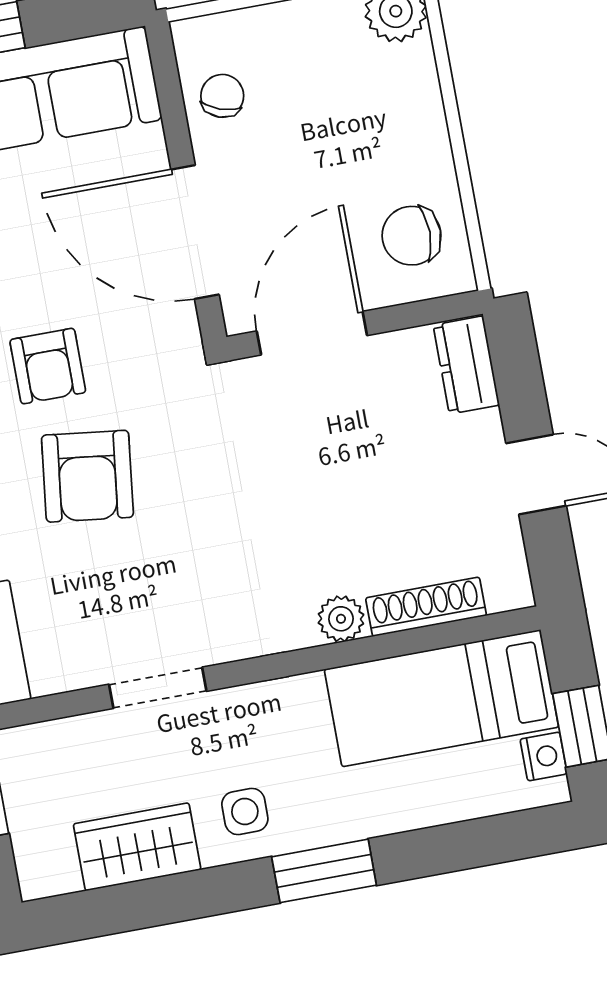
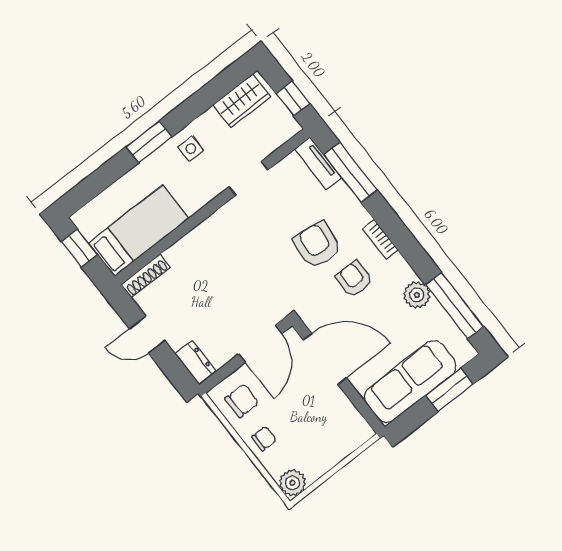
chair: (222, 96) -> (264, 439), moved, turned -109
shoe rack: (426, 607) -> (146, 276), moved
plant: (341, 619) -> (193, 241), removed
nightstand: (544, 756) -> (88, 229), removed
wardrobe: (137, 847) -> (242, 101), moved

